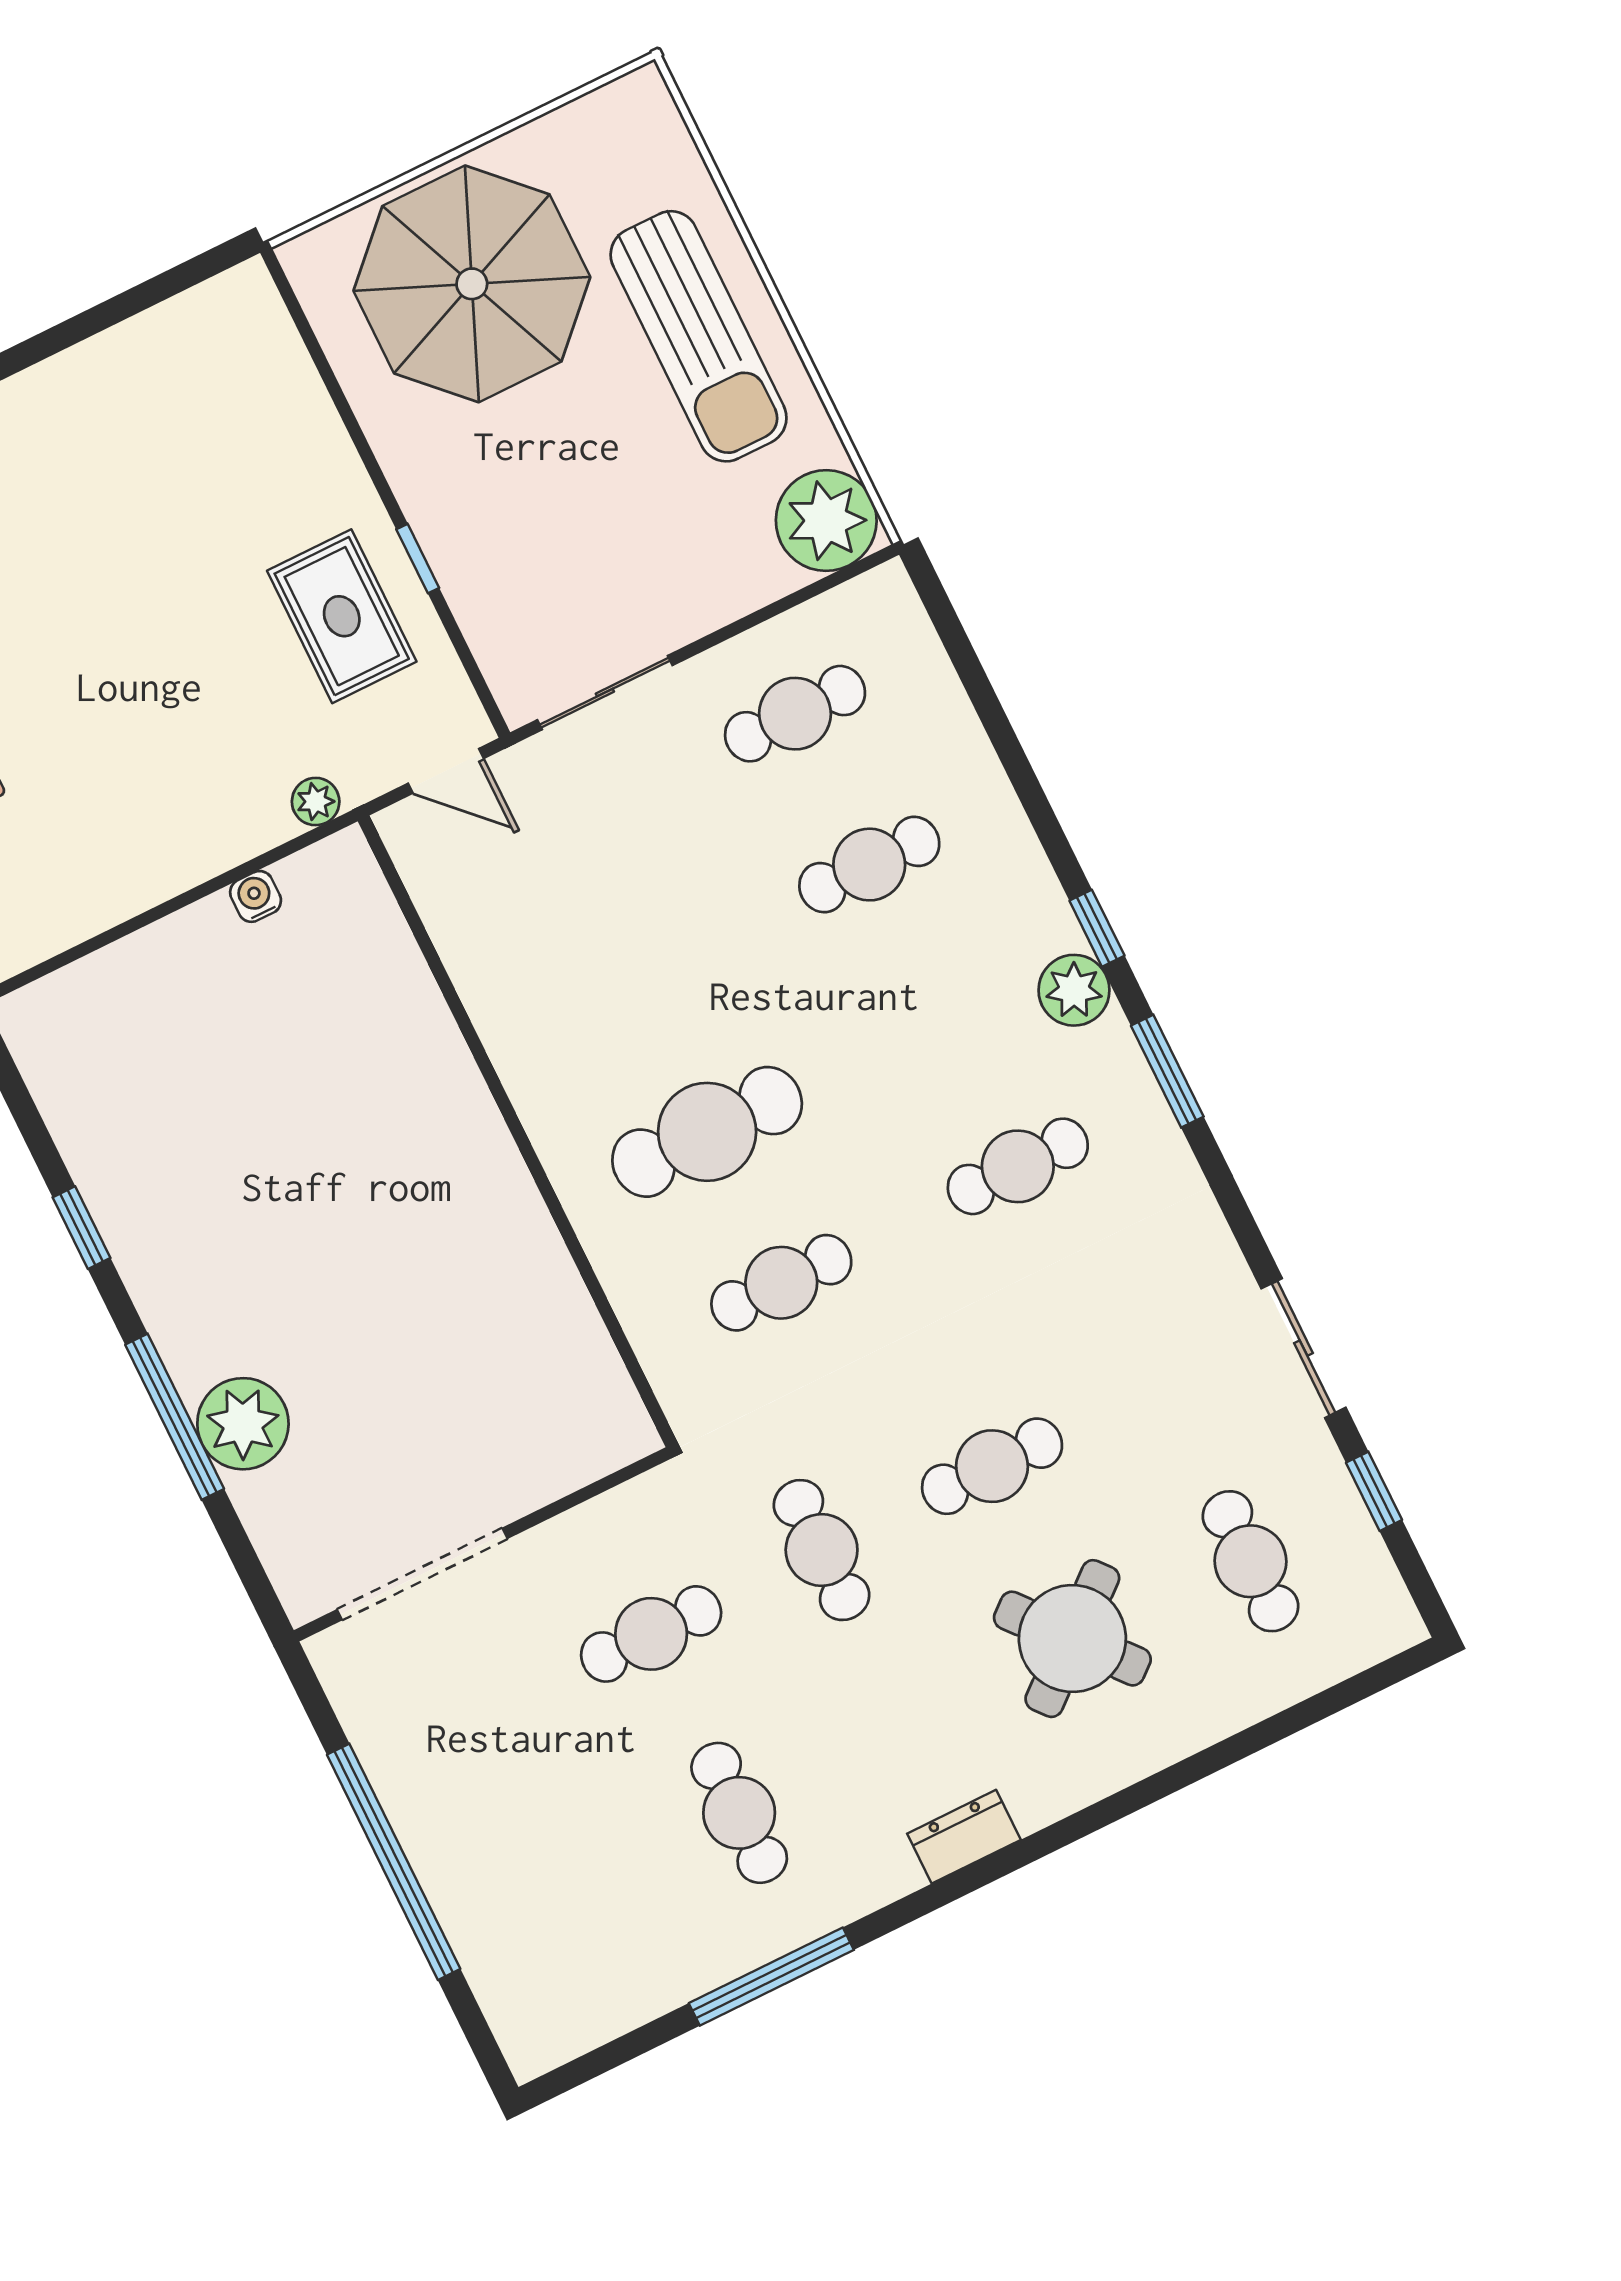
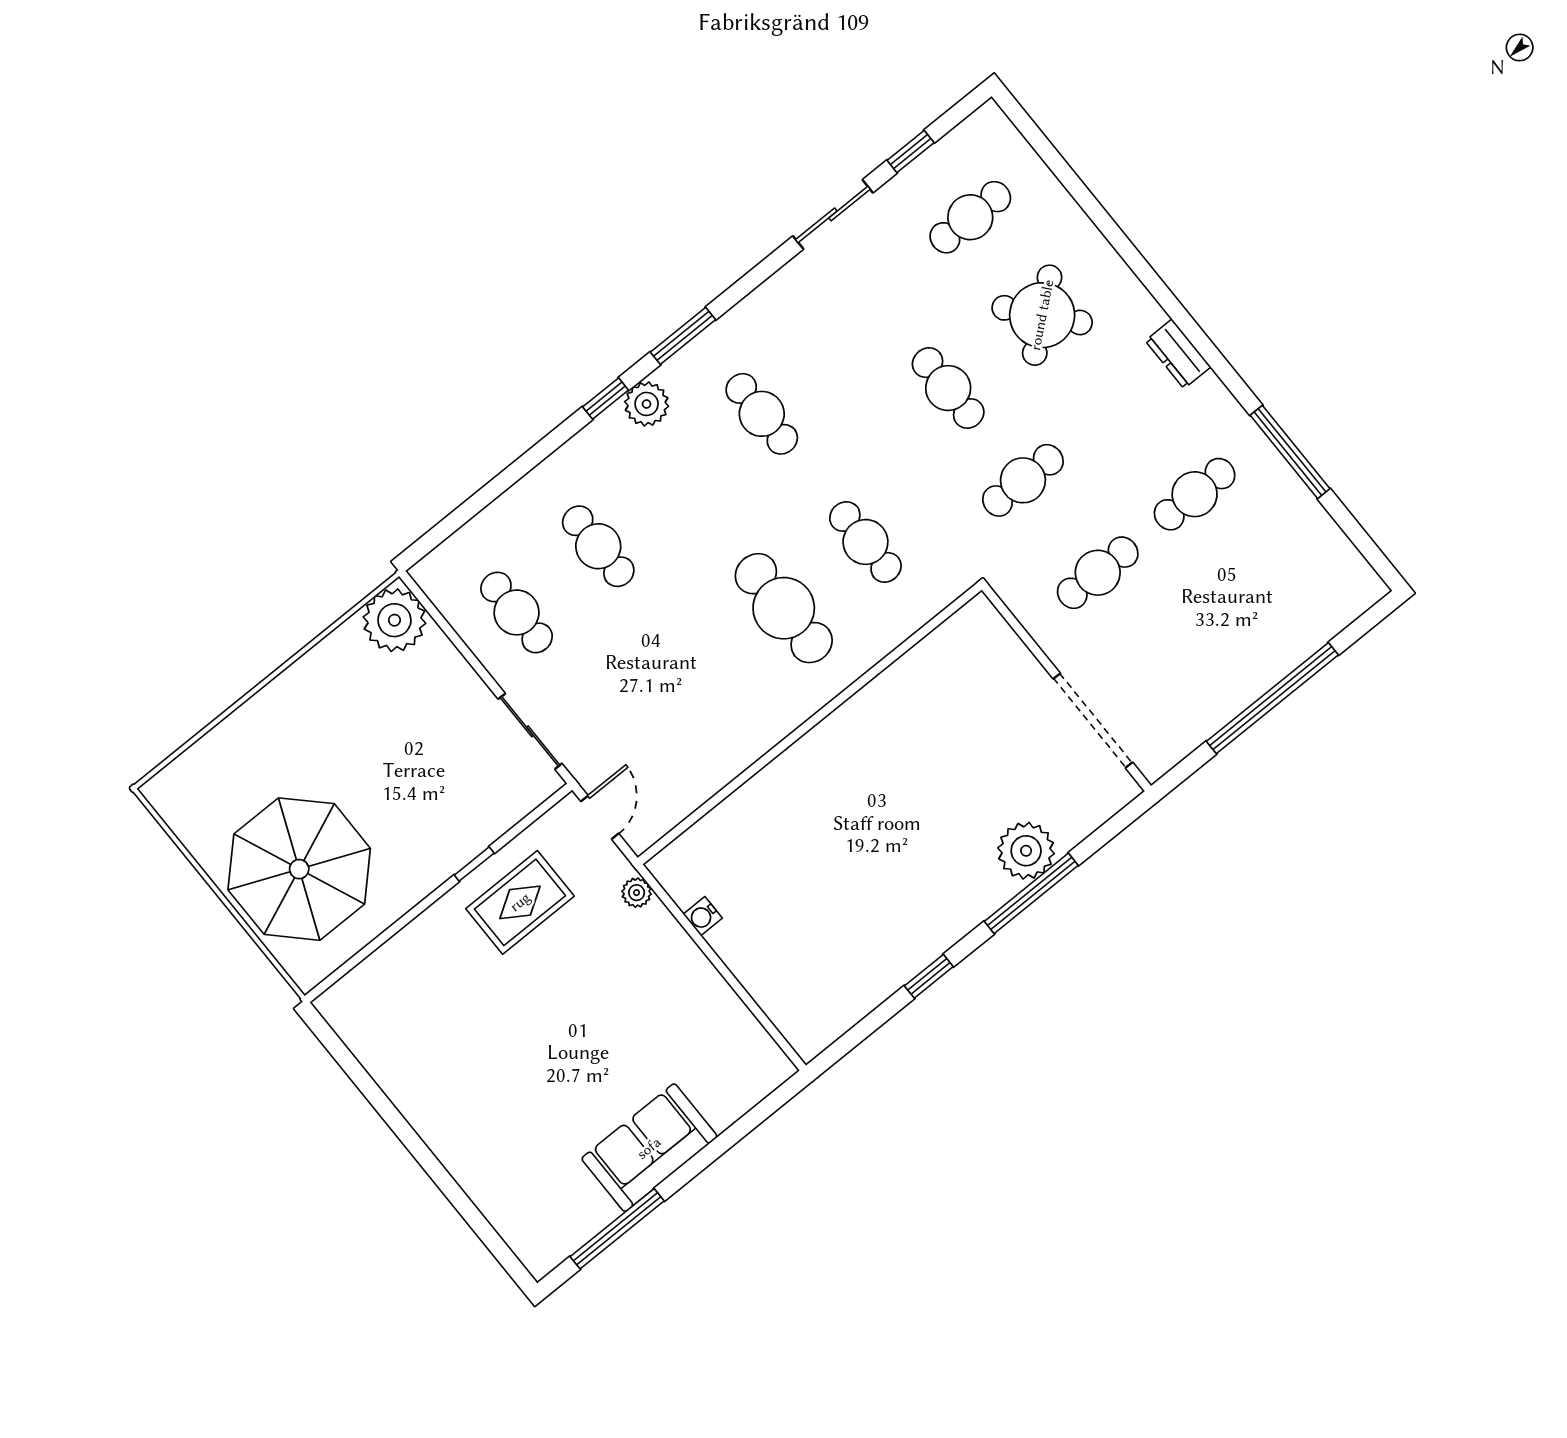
sun lounger: (699, 336) -> (300, 724), removed
cafe table: (651, 1634) -> (1098, 573), turned 90

